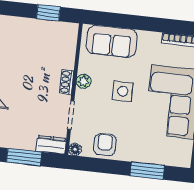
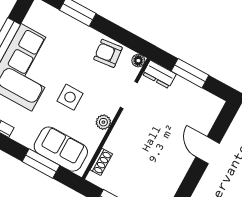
window: (124, 21) -> (41, 164), added
shoe rack: (67, 82) -> (101, 162), moved
armchair: (105, 145) -> (108, 53), turned 84

